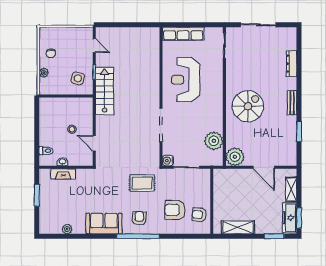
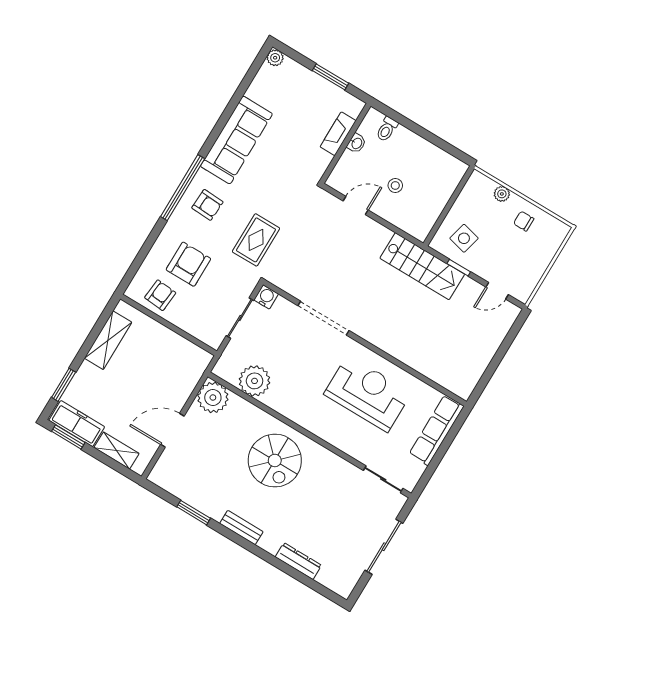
sofa: (104, 224) -> (236, 140), width x1.36
plant: (67, 229) -> (275, 58), moved

